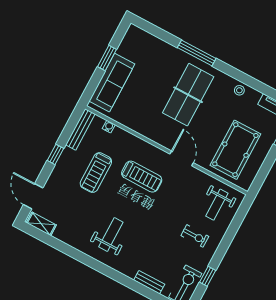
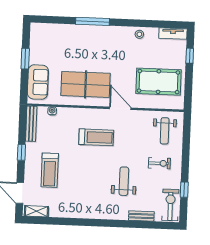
sofa: (112, 83) -> (38, 82), width x0.73
table tennis table: (188, 95) -> (86, 84), moved, turned 90
pool table: (235, 150) -> (158, 82), turned 90
treadmill: (96, 173) -> (50, 170), moved
weight bench: (111, 234) -> (124, 181), moved

